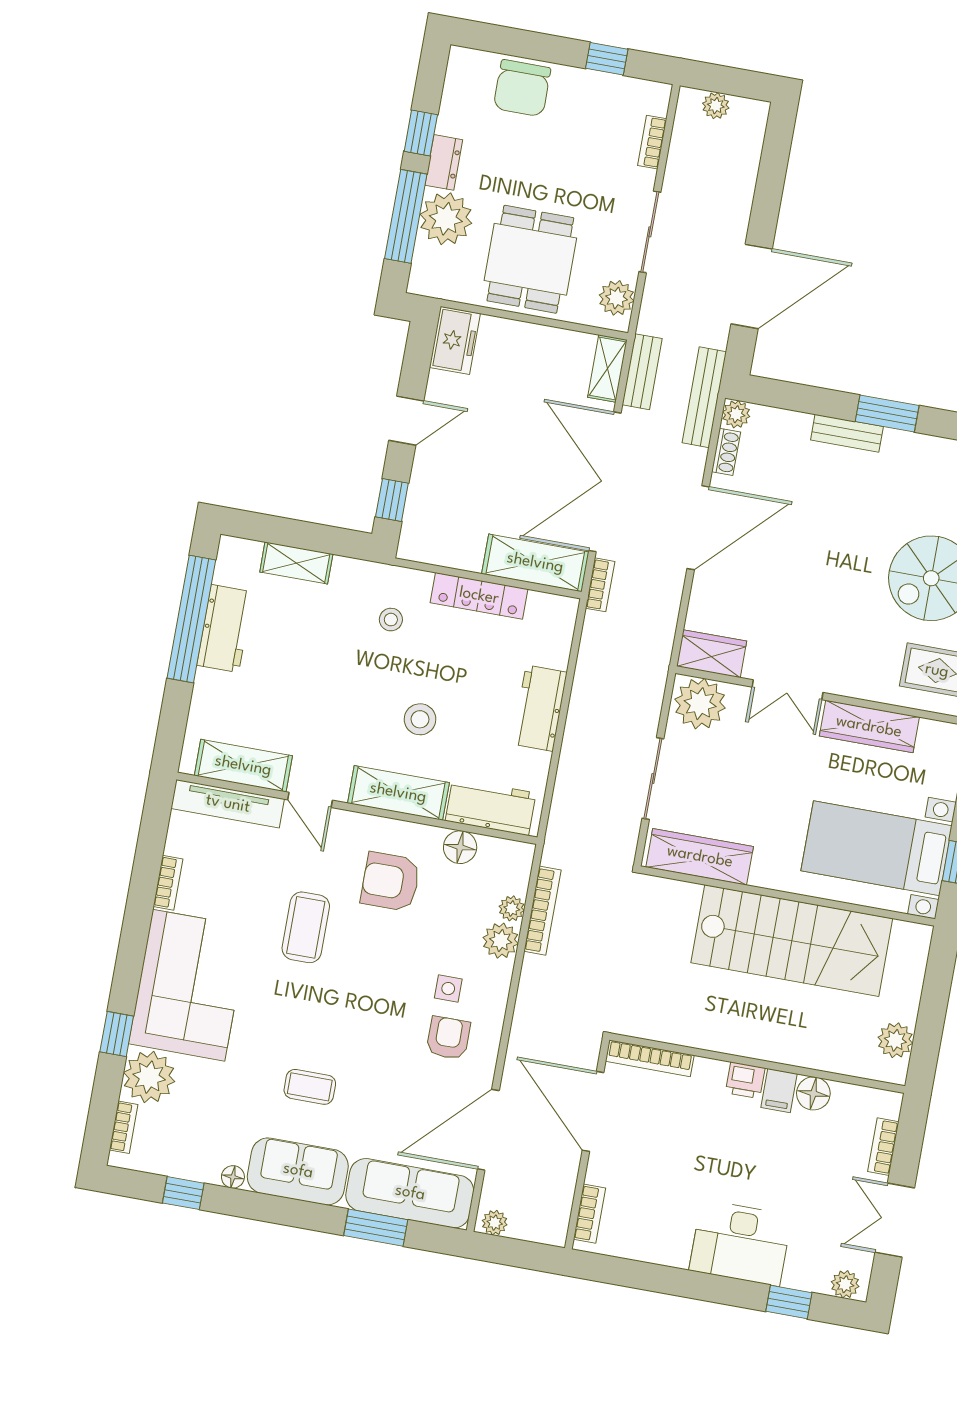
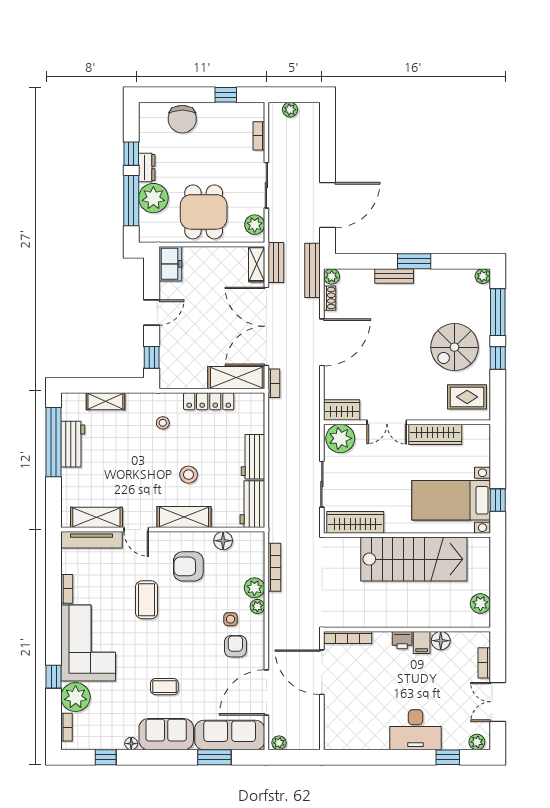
workbench: (491, 807) -> (252, 504), moved, turned -90
plant: (512, 908) -> (257, 606), moved
bookcase: (589, 1214) -> (330, 728), removed

